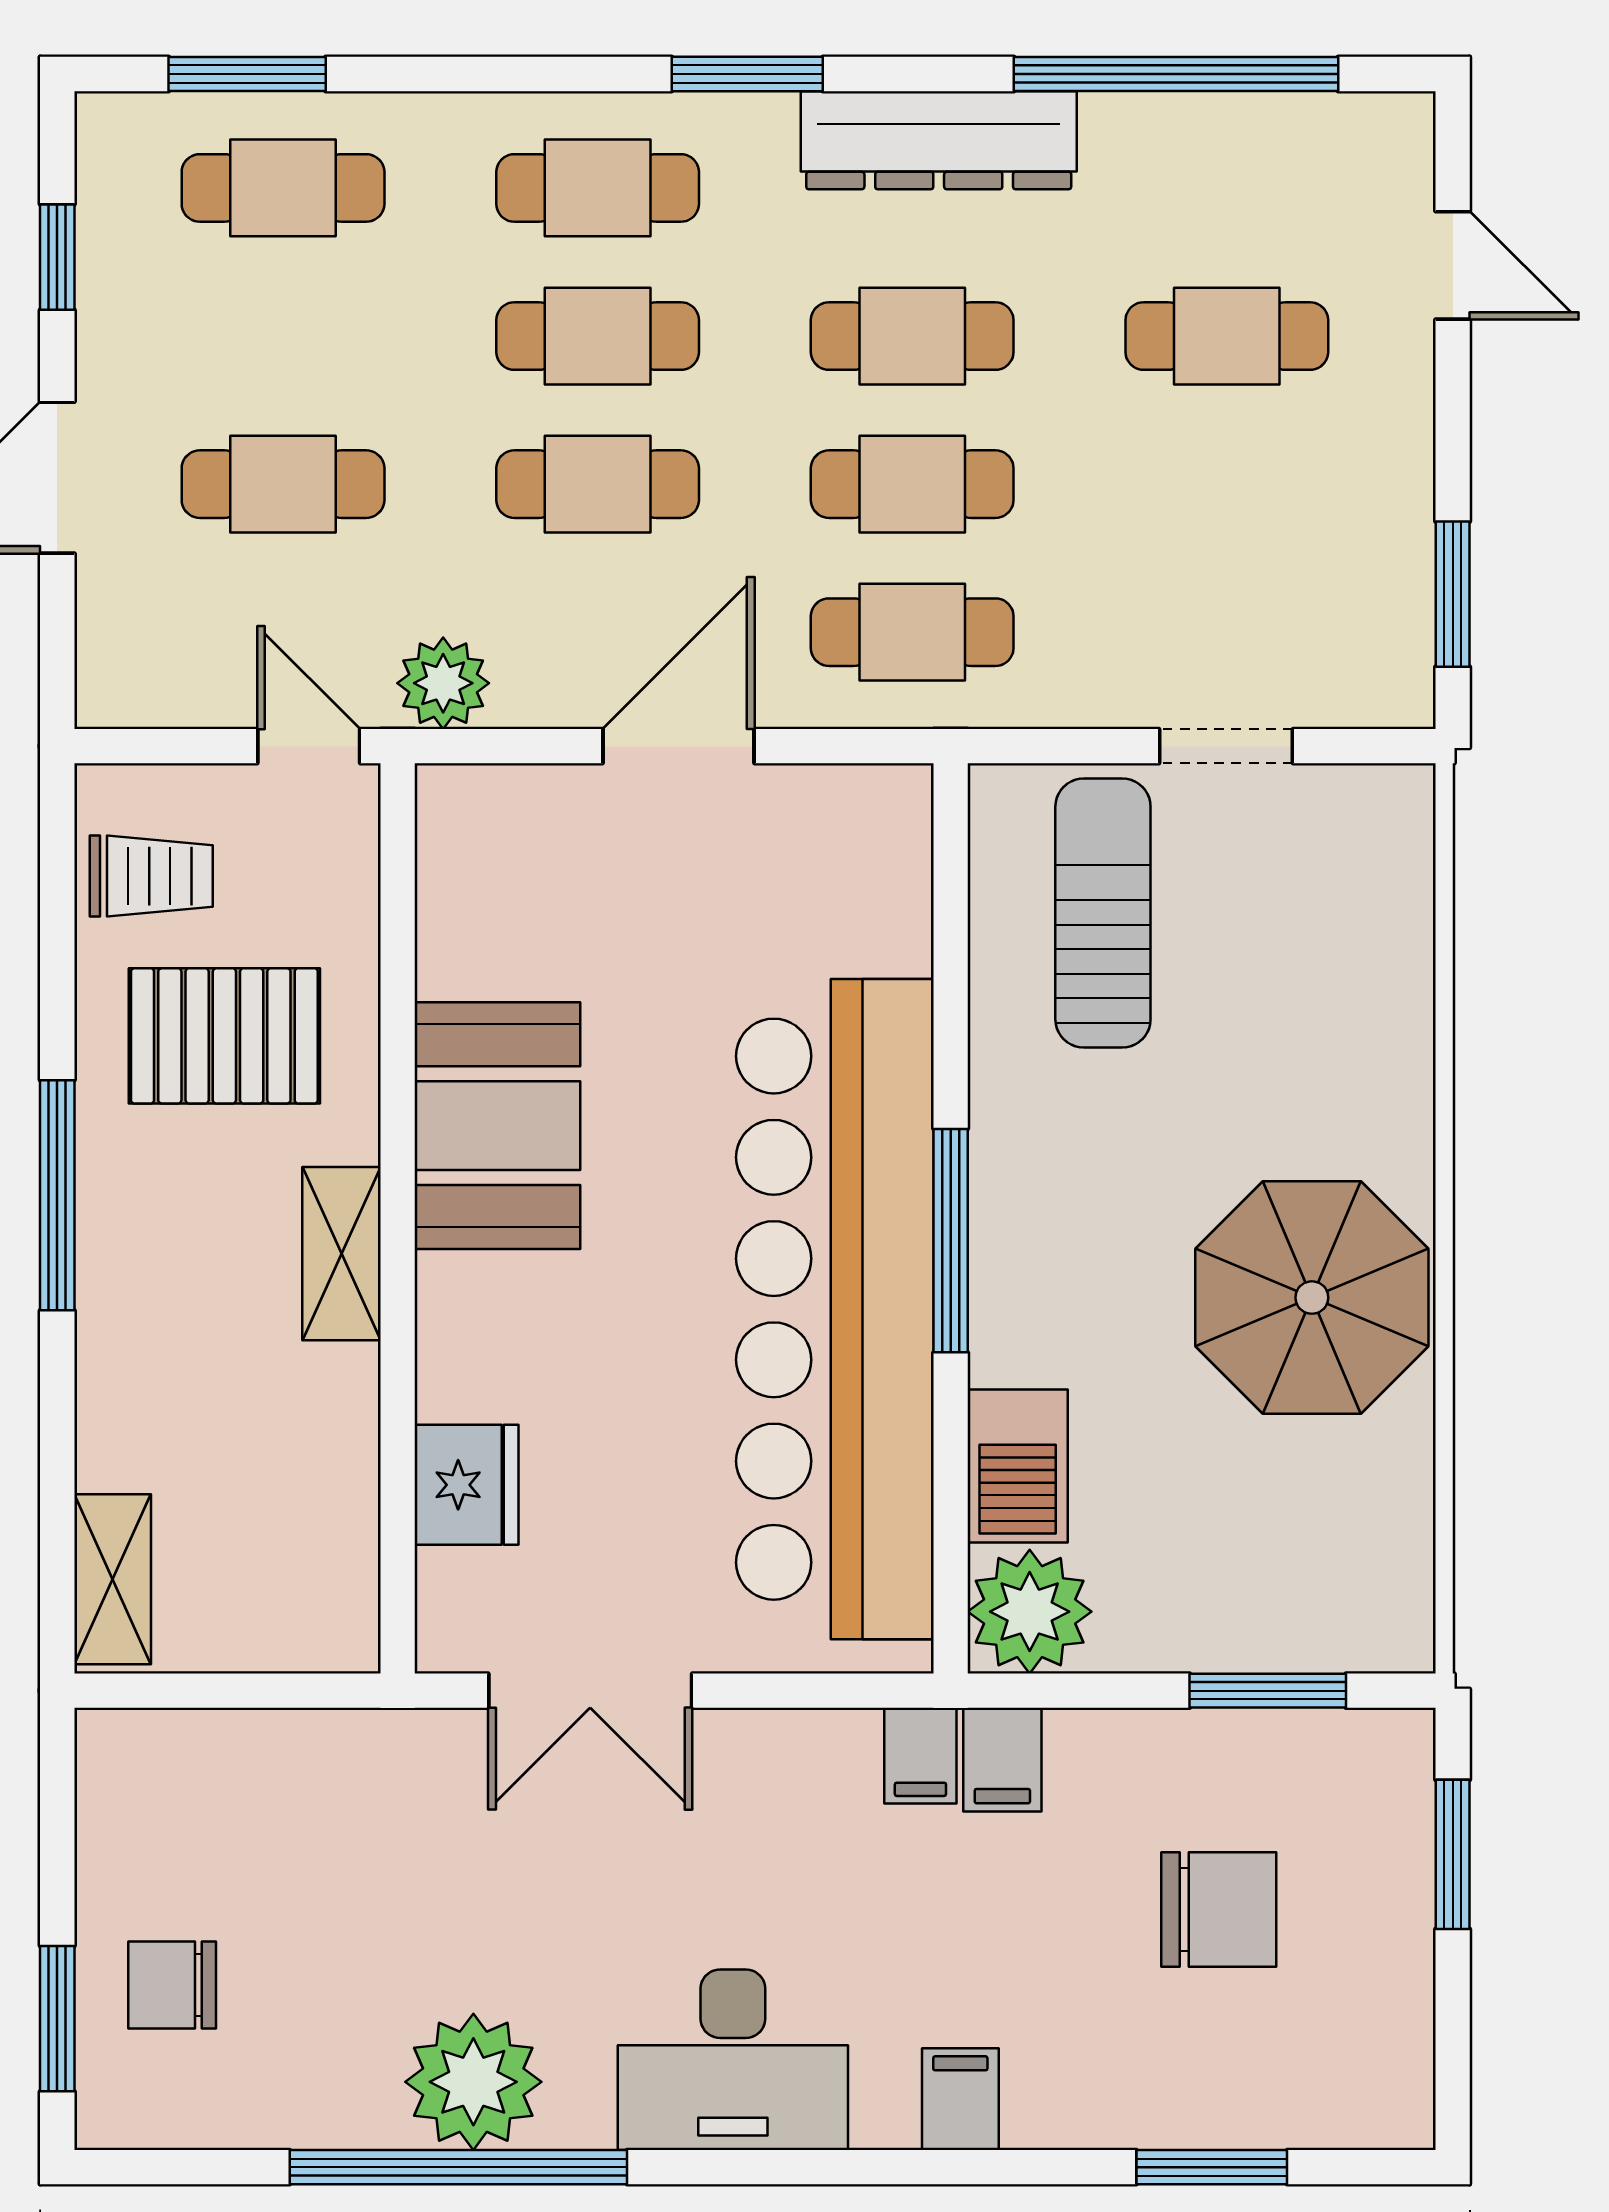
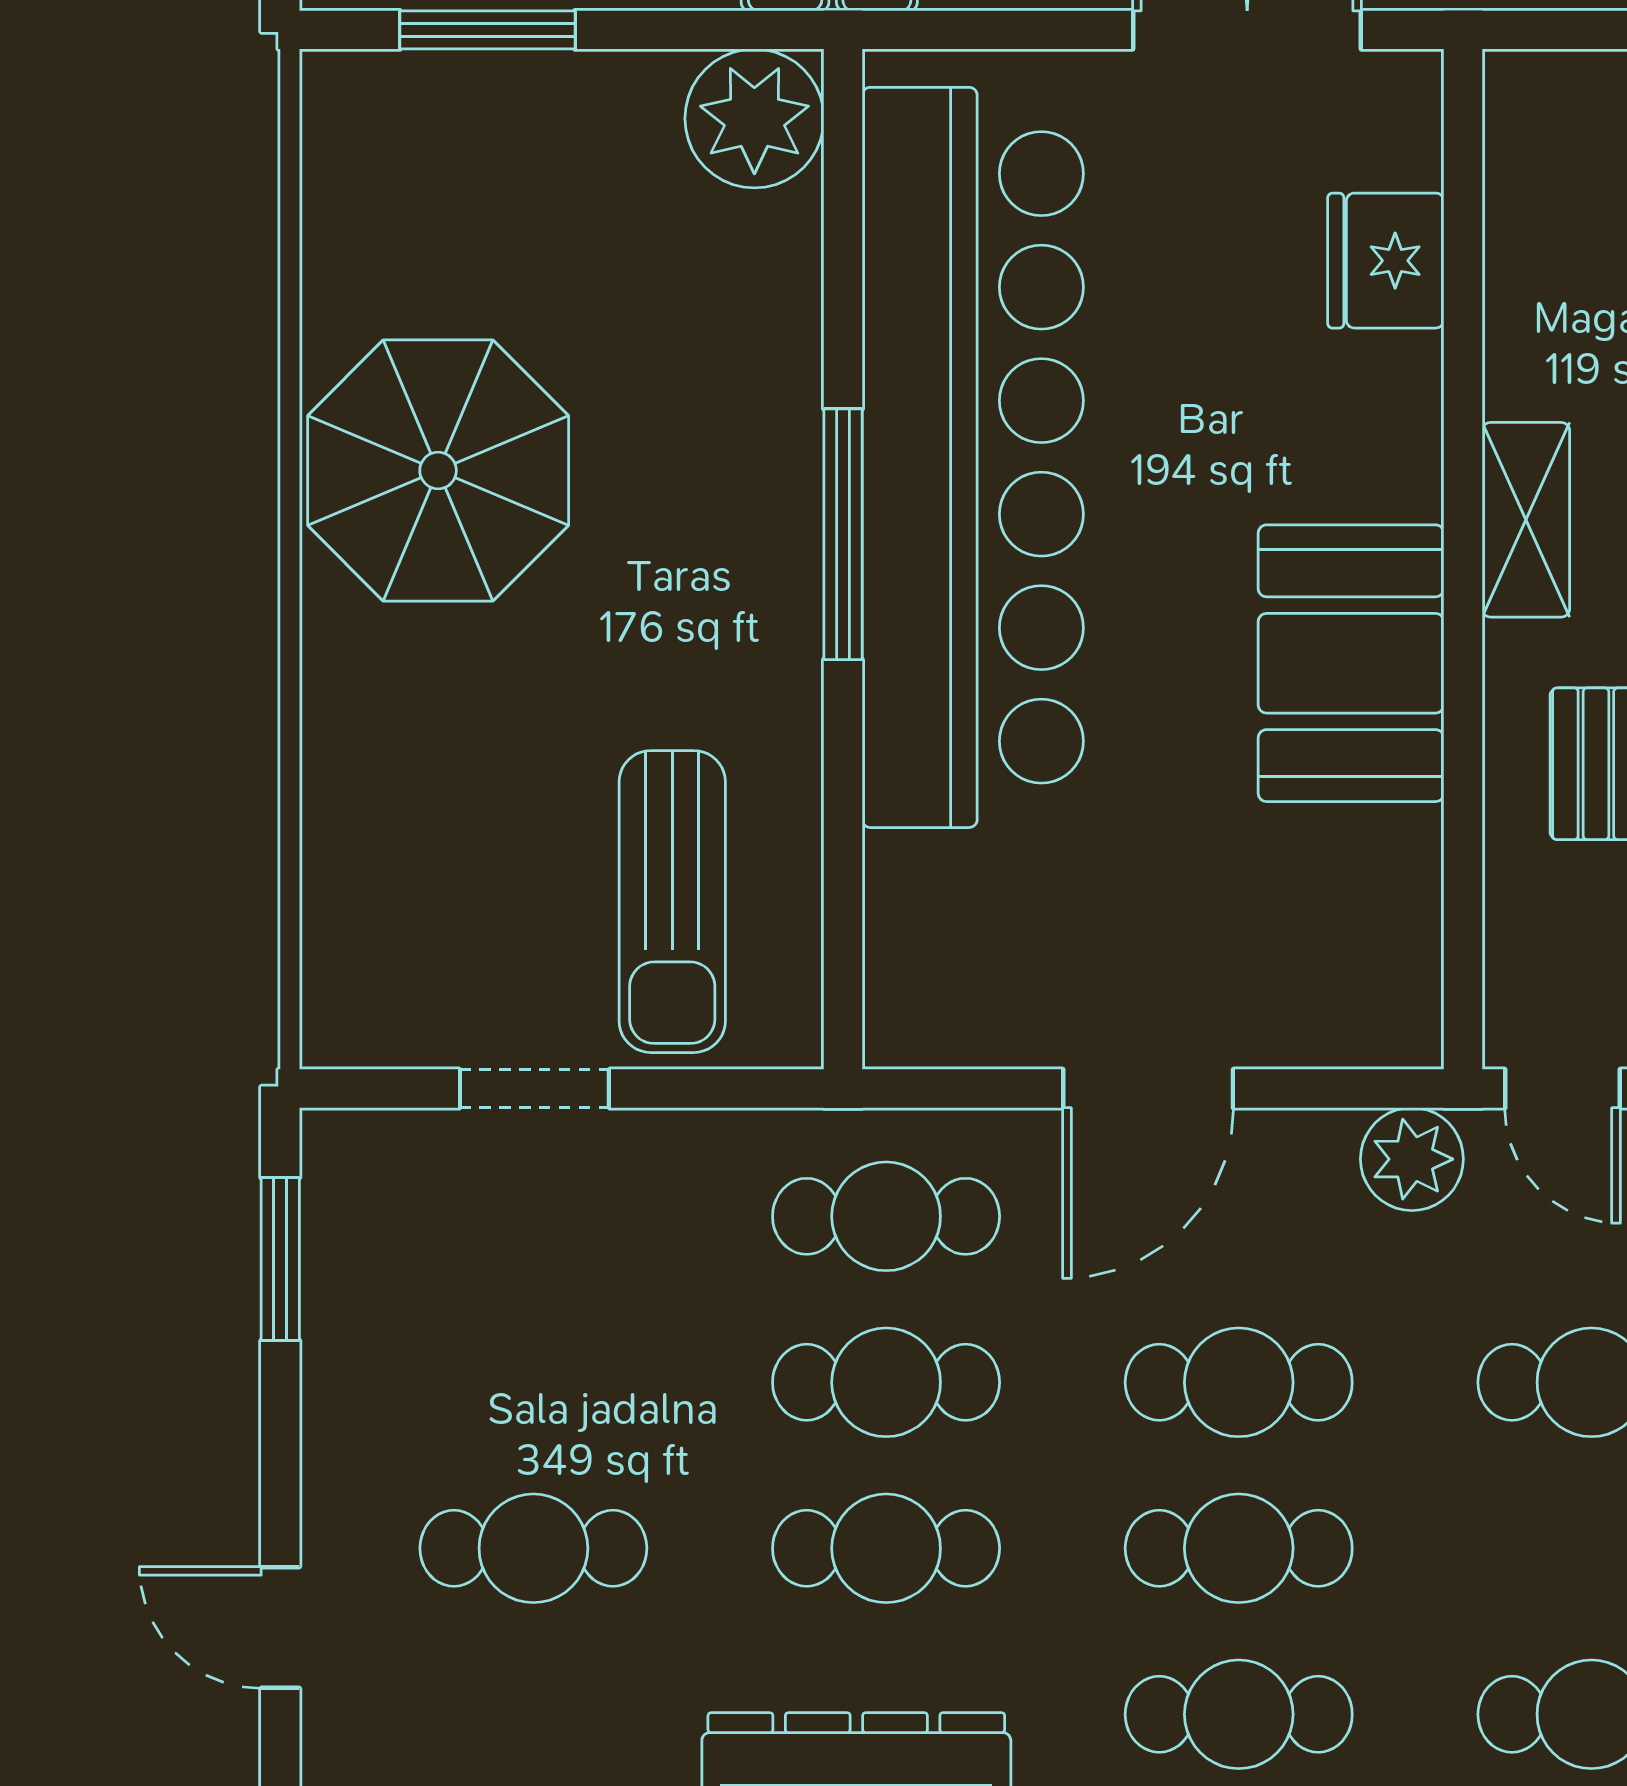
barbecue: (1018, 1466) -> (768, 282), removed

